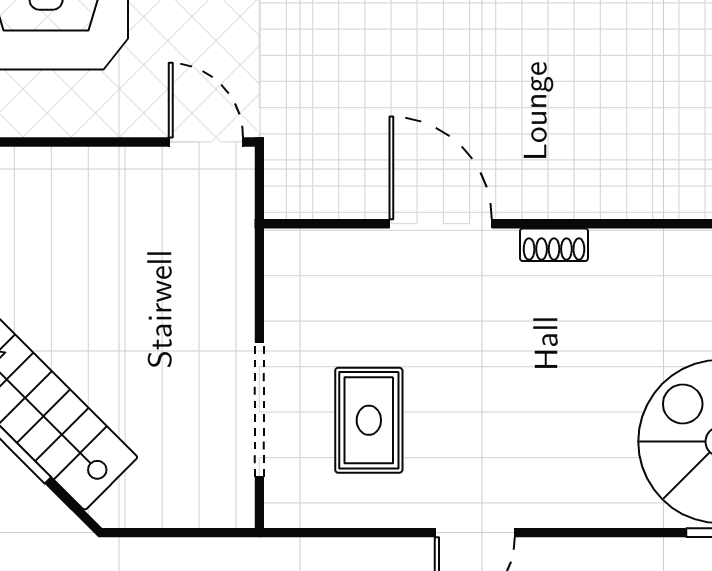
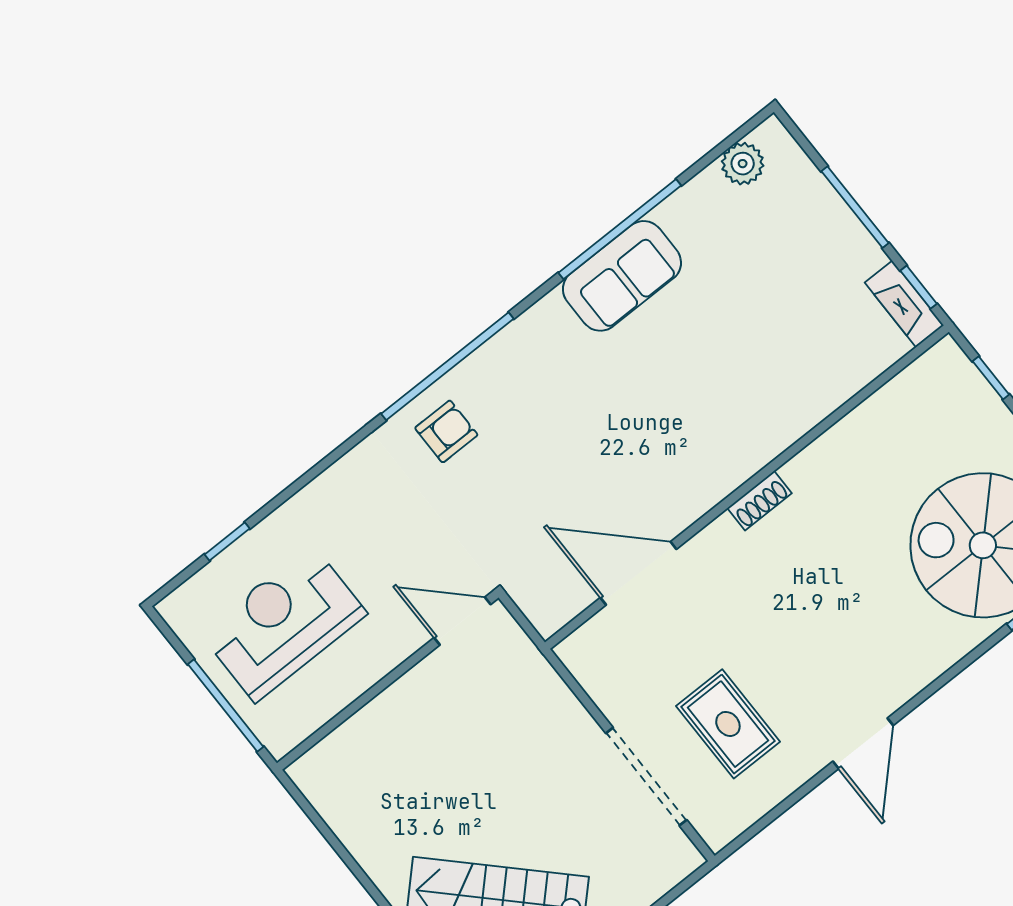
door: (441, 224) -> (638, 573), moved

